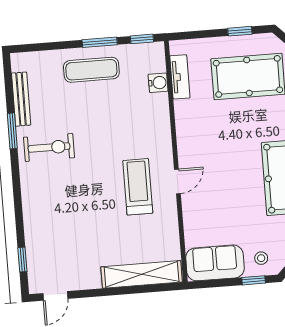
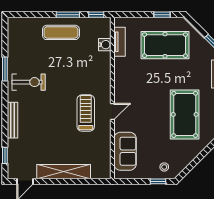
bench: (21, 99) -> (12, 120), moved
sofa: (215, 263) -> (125, 151), moved, turned 90
shelving: (142, 274) -> (64, 172), moved

